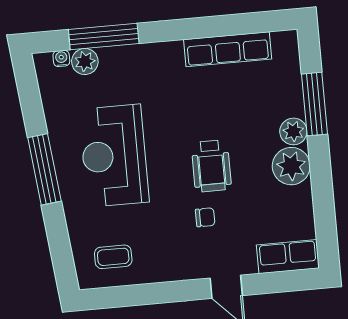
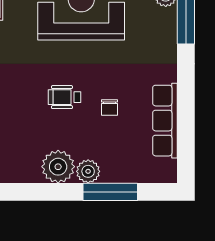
wheelchair: (211, 166) -> (65, 97), width x0.73, depth x0.73
chair: (205, 217) -> (110, 107), moved

